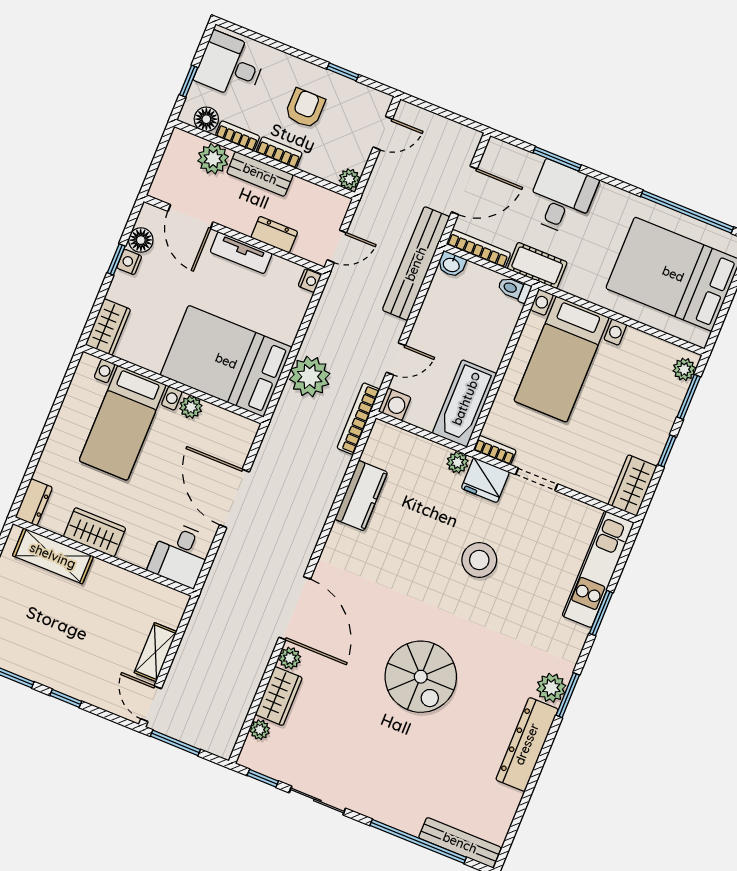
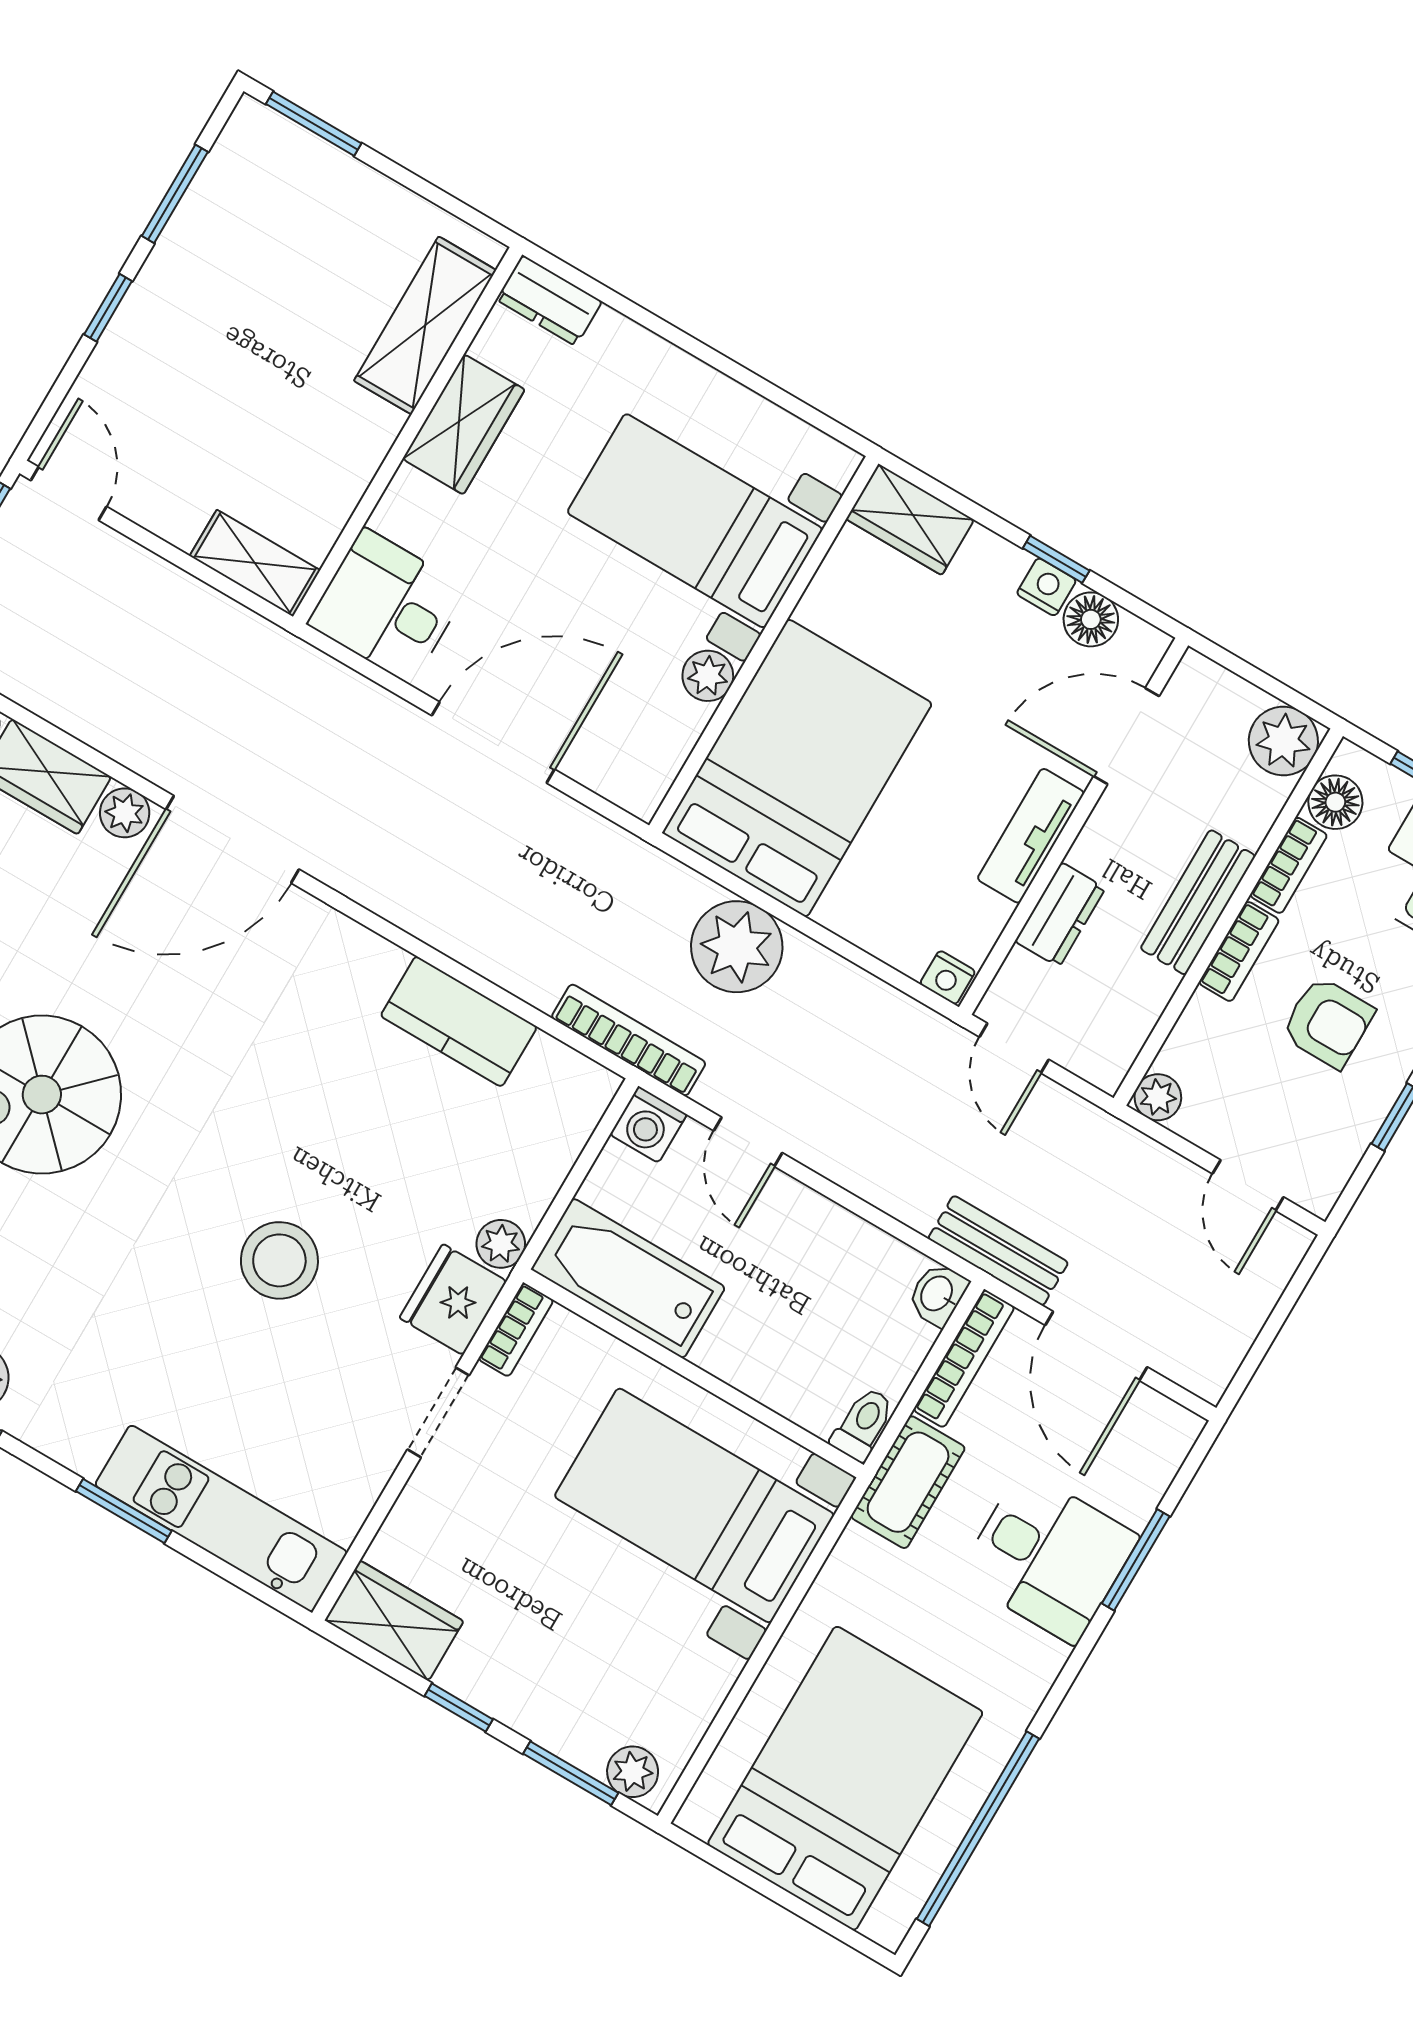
plant: (213, 159) -> (1283, 741), moved
bench: (416, 264) -> (998, 1251), width x0.54, depth x0.82
shelving: (155, 652) -> (255, 563), moved
door: (151, 704) -> (69, 493), hinge flipped

